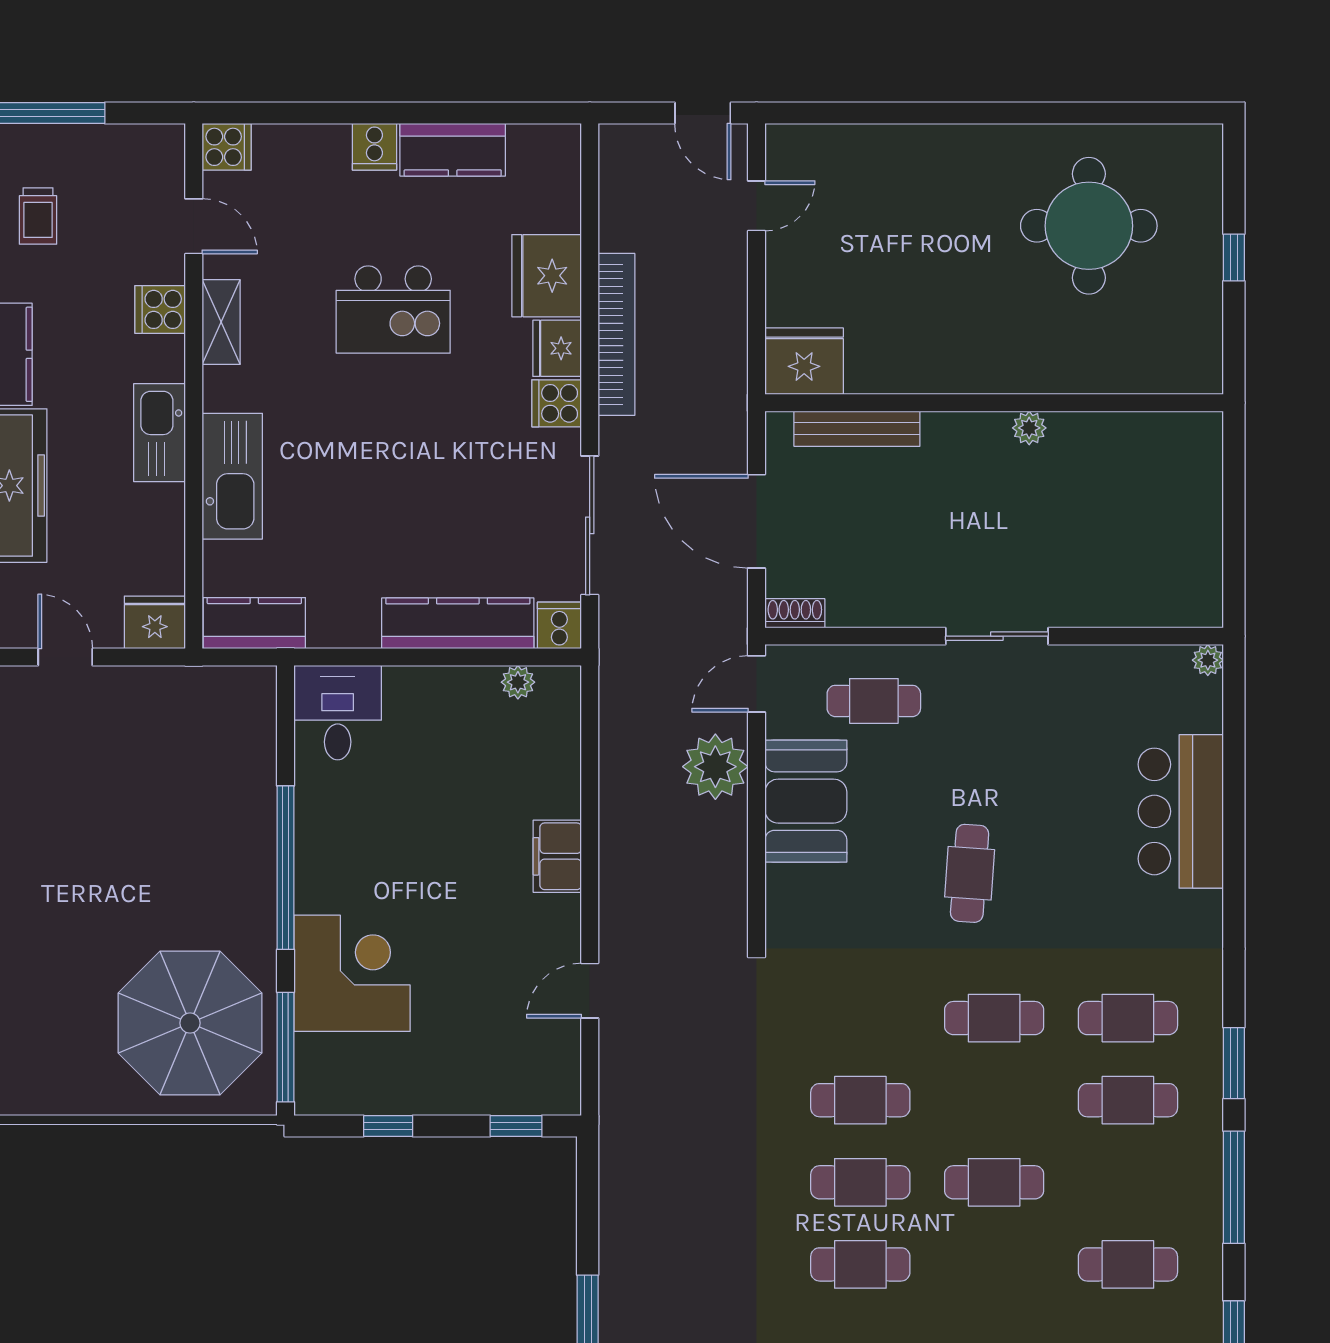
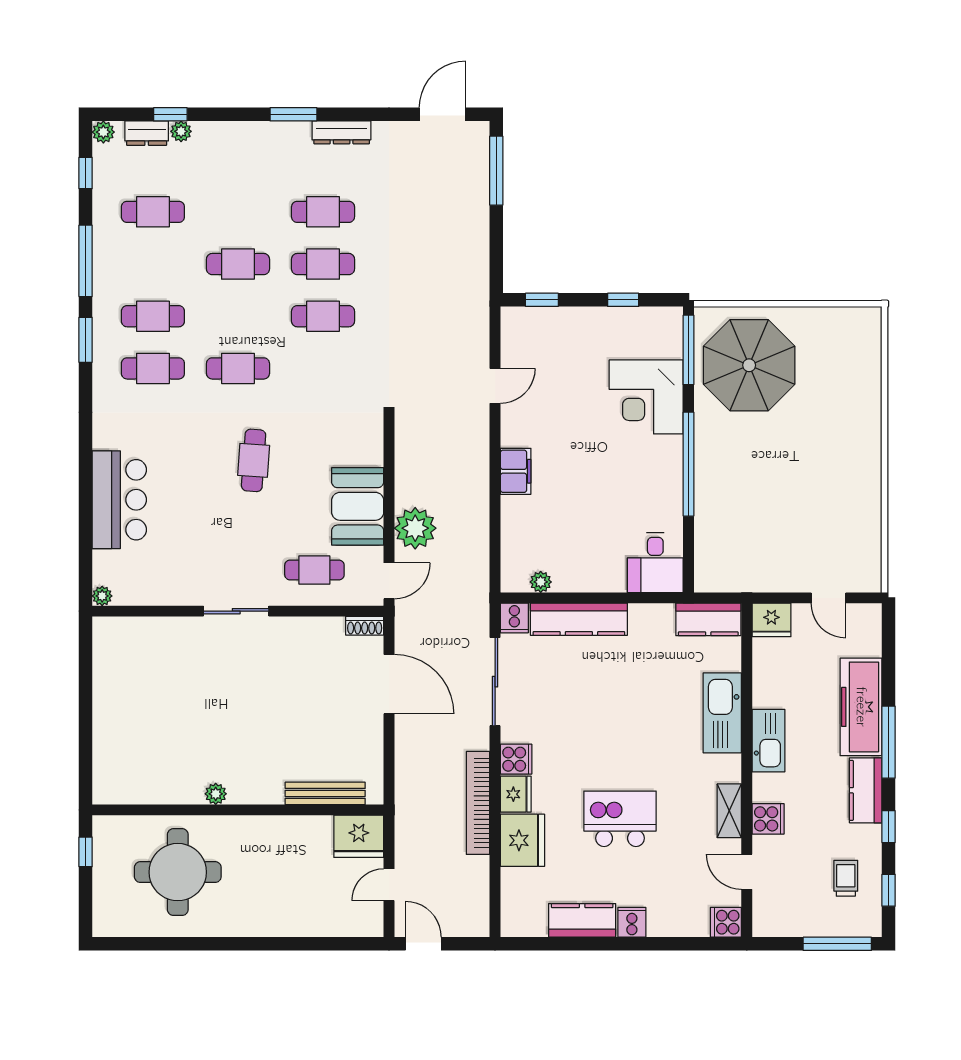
fridge: (804, 361) -> (359, 836), moved
wall: (994, 403) -> (238, 810), moved
plant: (1029, 428) -> (216, 794), moved
bench: (857, 429) -> (325, 793), moved

